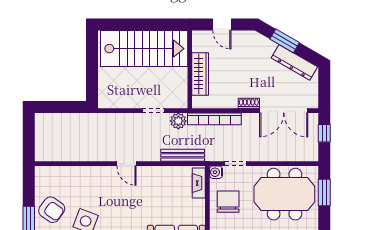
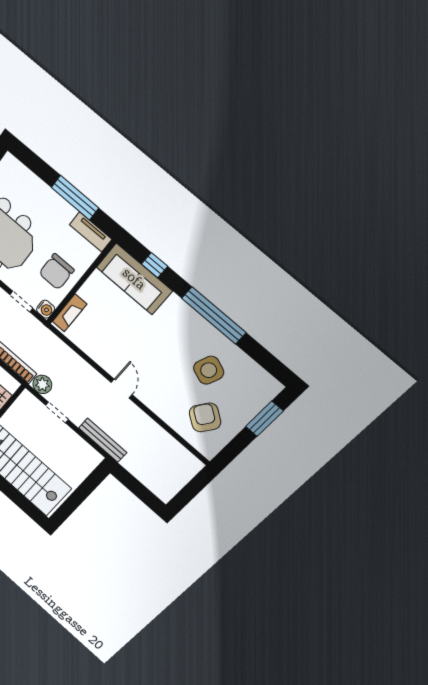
bench: (183, 155) -> (103, 440), moved
armchair: (52, 210) -> (205, 417), moved

